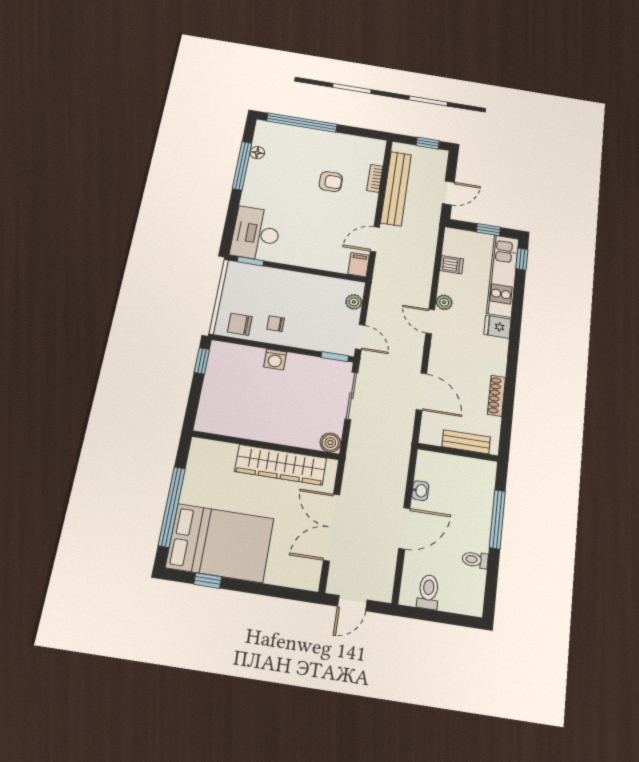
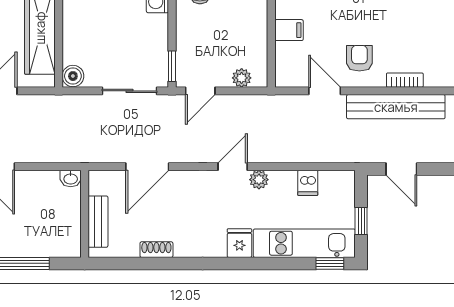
armchair: (331, 182) -> (359, 58), moved, turned 180
filing cabinet: (359, 265) -> (289, 30), moved
shoe rack: (496, 396) -> (156, 250), width x0.70
washbasin: (420, 491) -> (71, 179), moved

